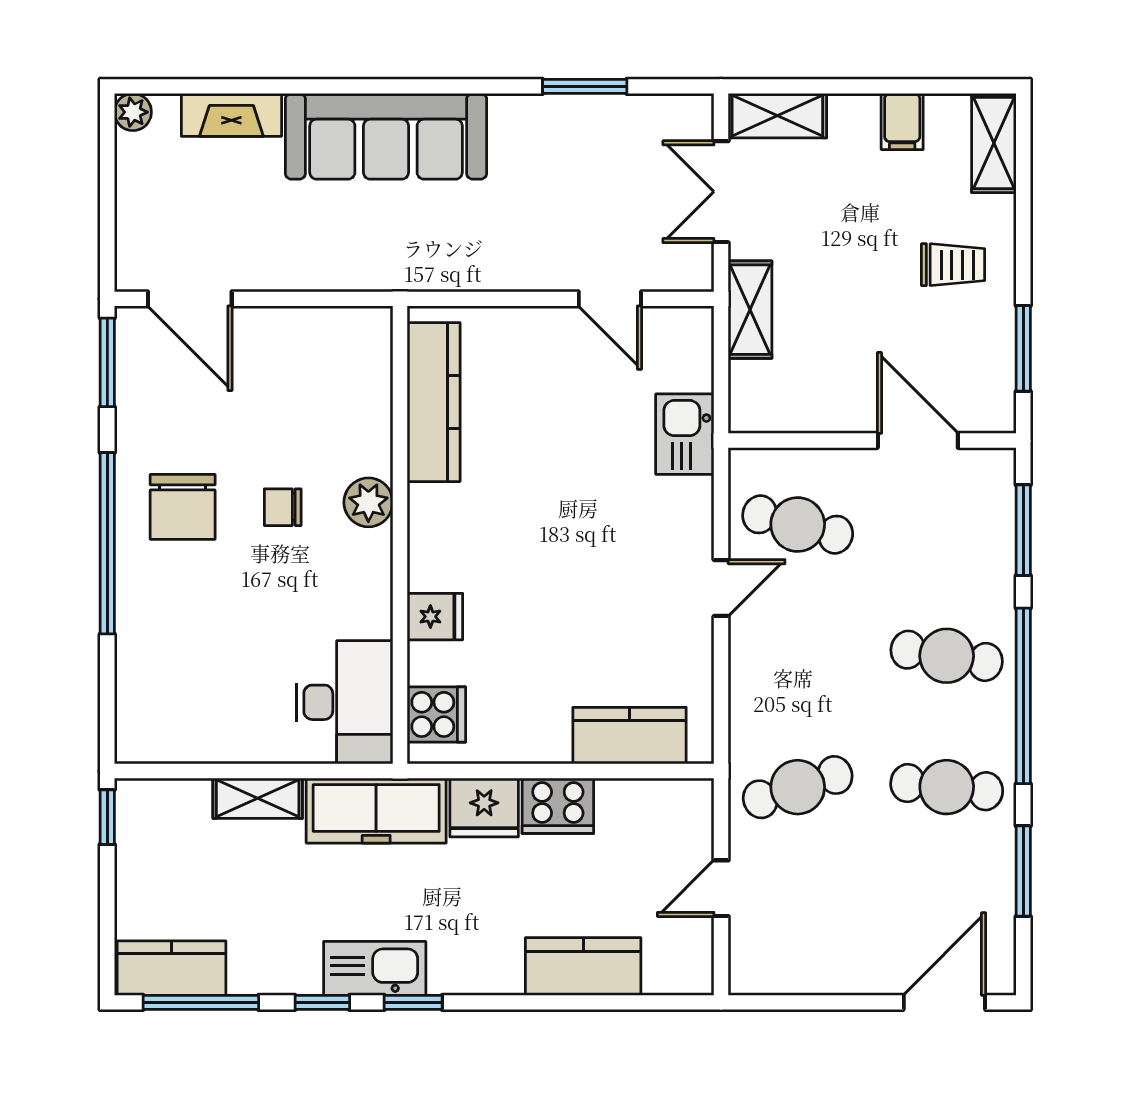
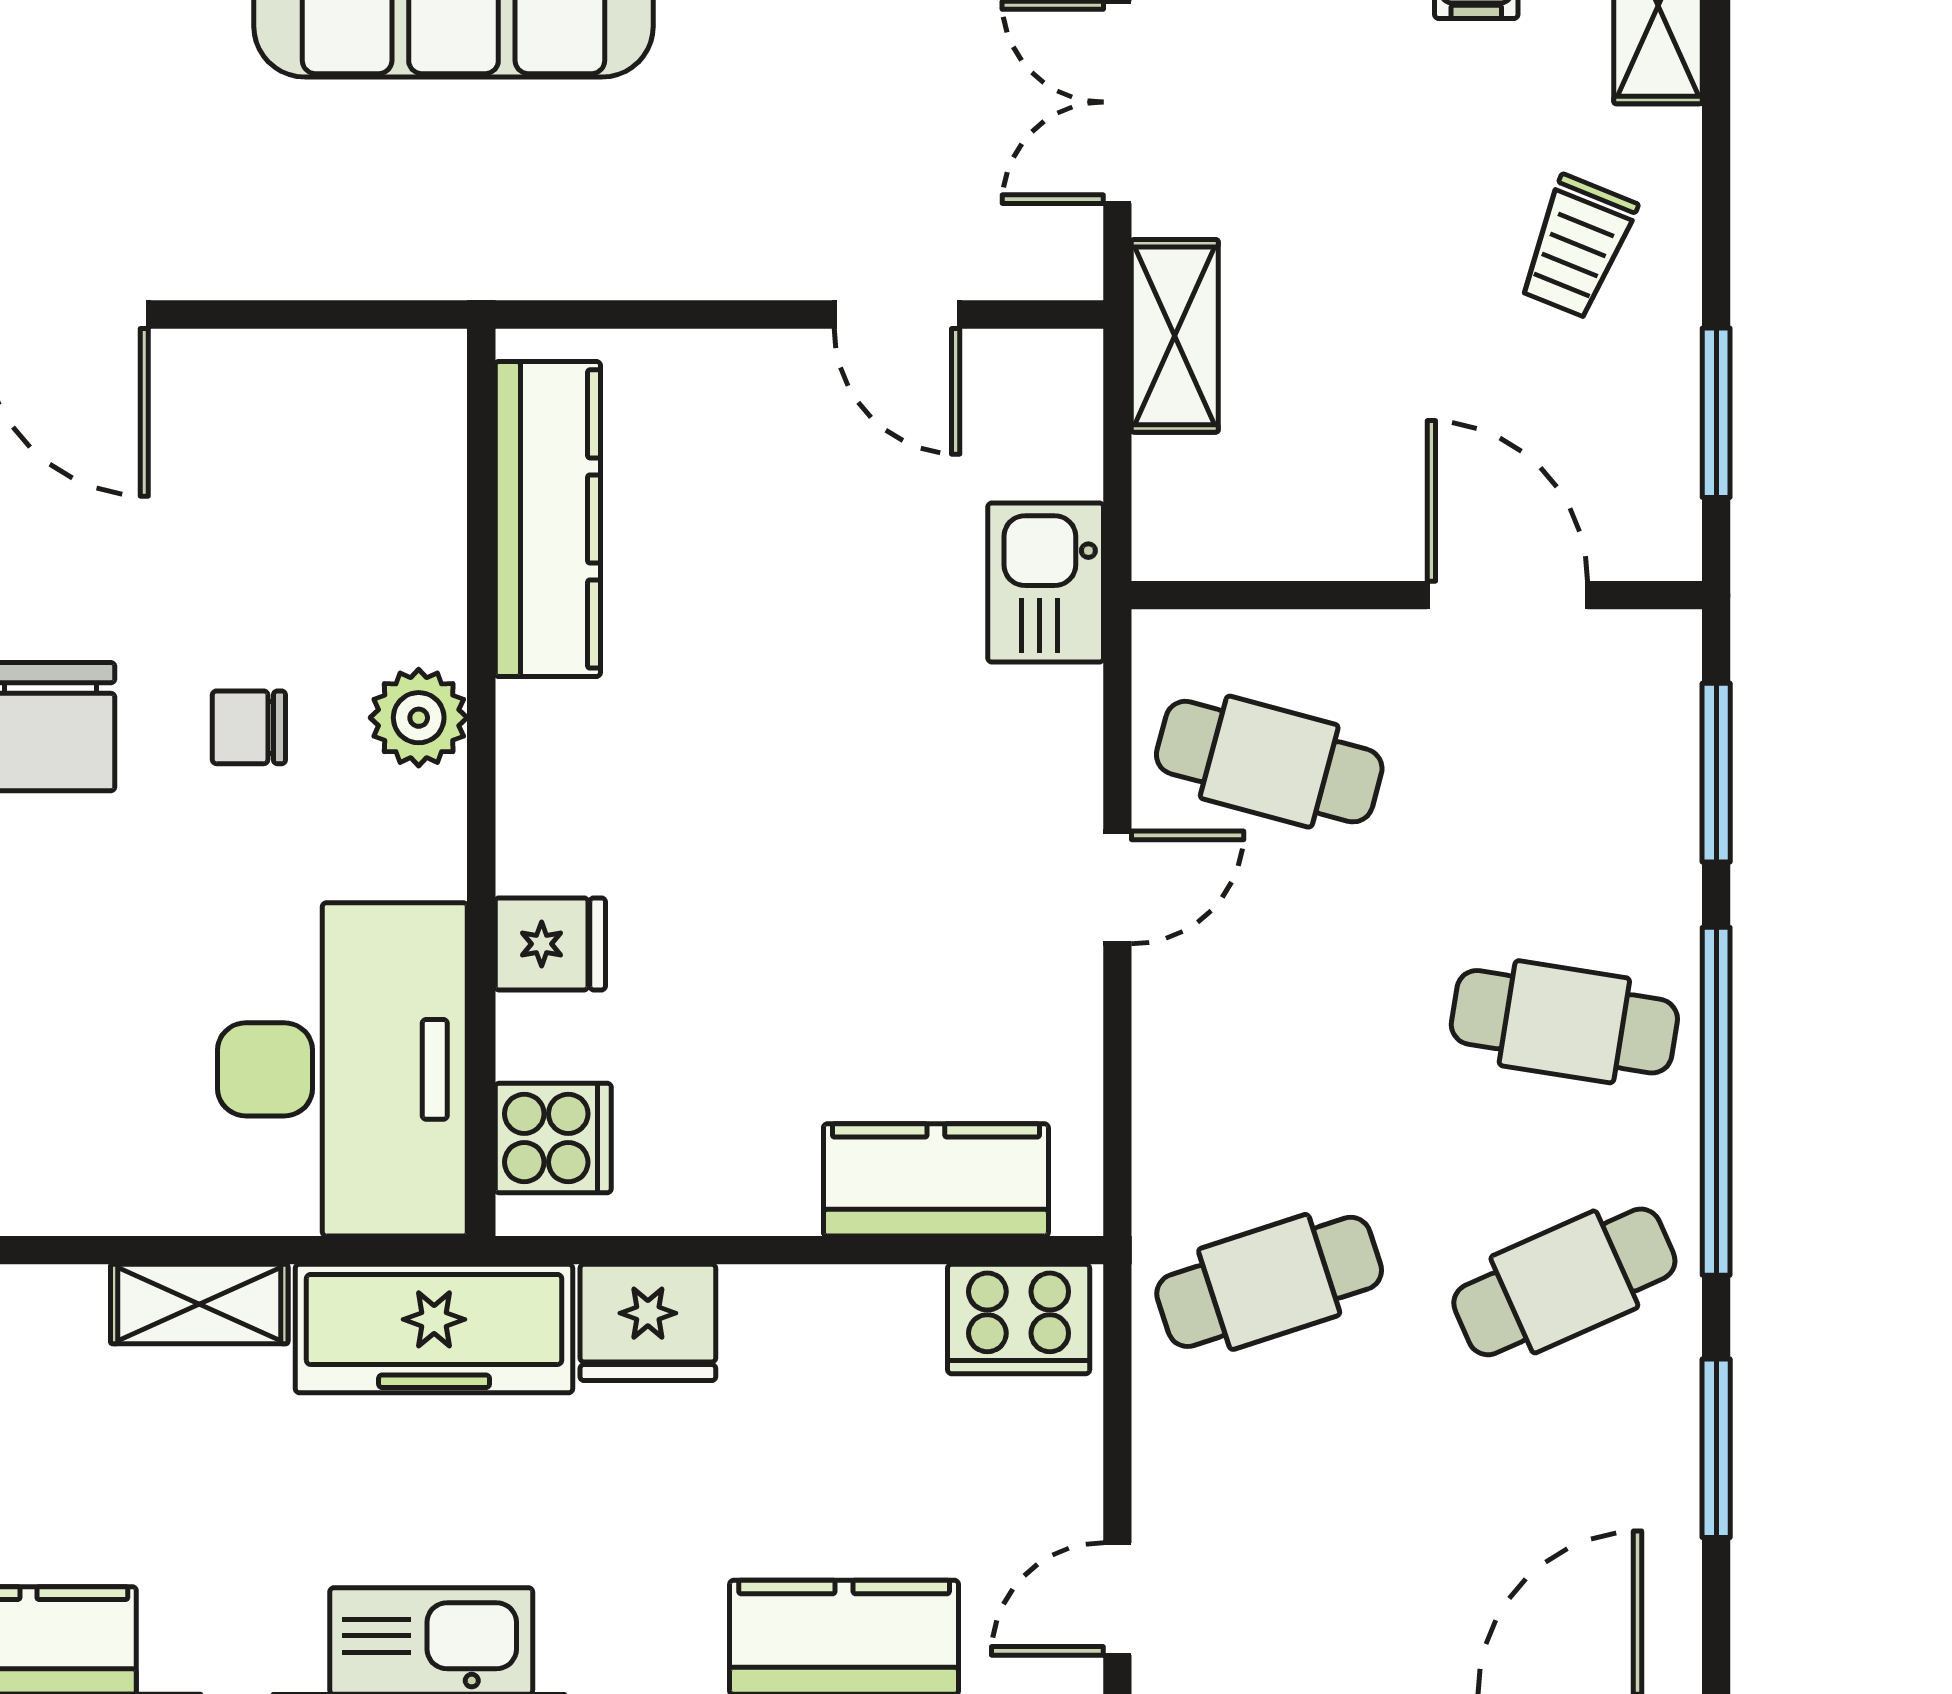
trolley: (953, 265) -> (1577, 247), turned 112
desk: (344, 702) -> (342, 1069), width x1.36, depth x1.30
cafe table: (947, 787) -> (1564, 1282), turned -30
cooker: (558, 806) -> (1019, 1319), moved
door: (721, 888) -> (1117, 1599), moved

